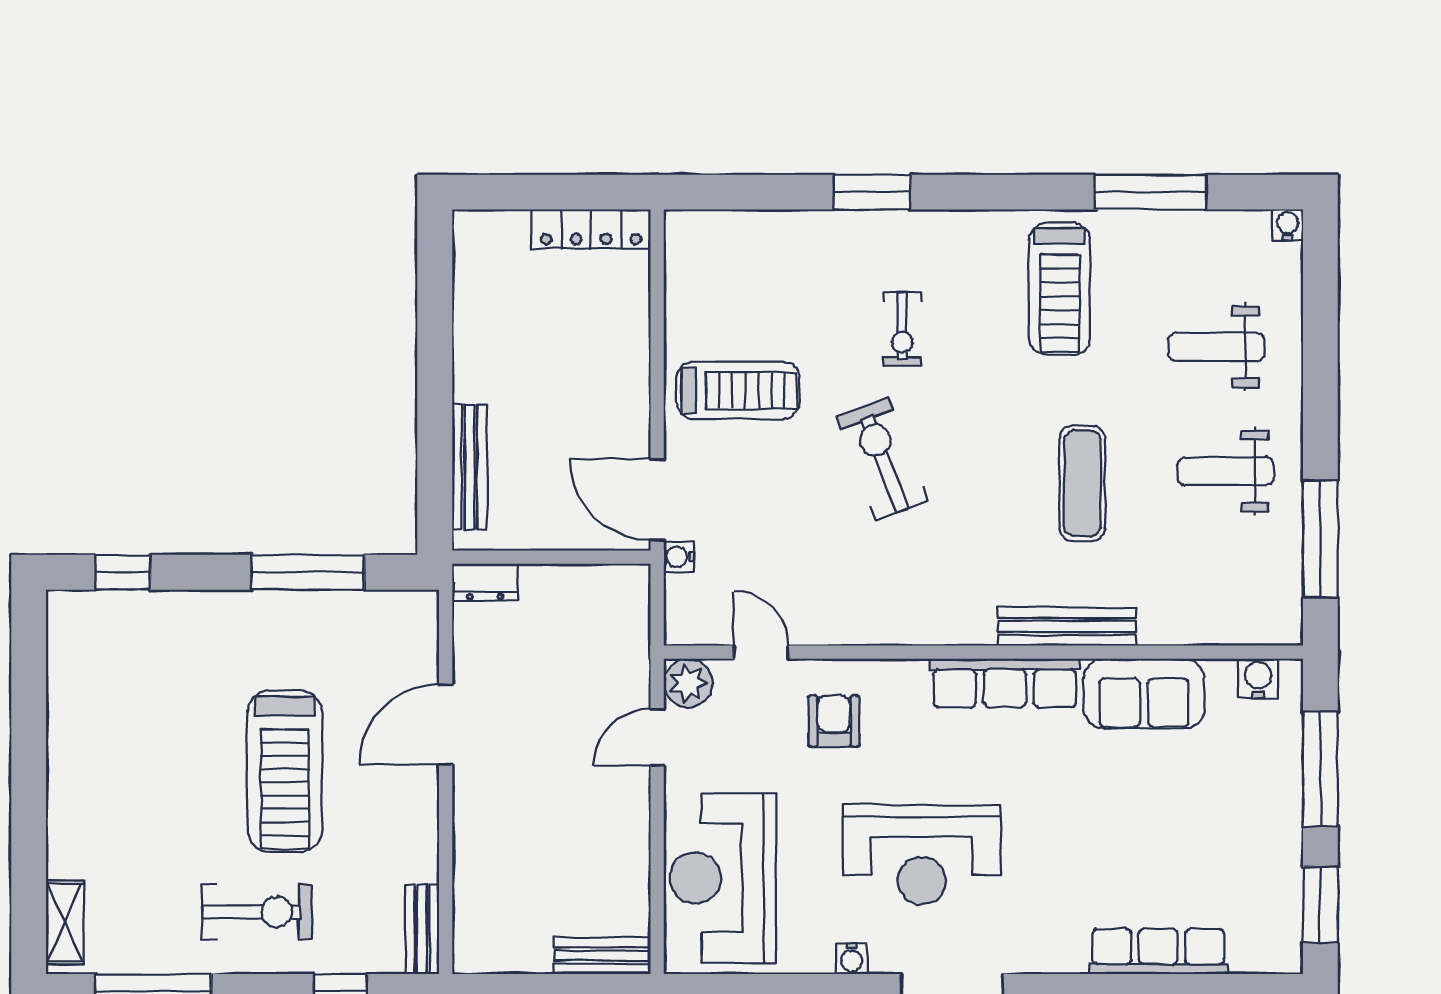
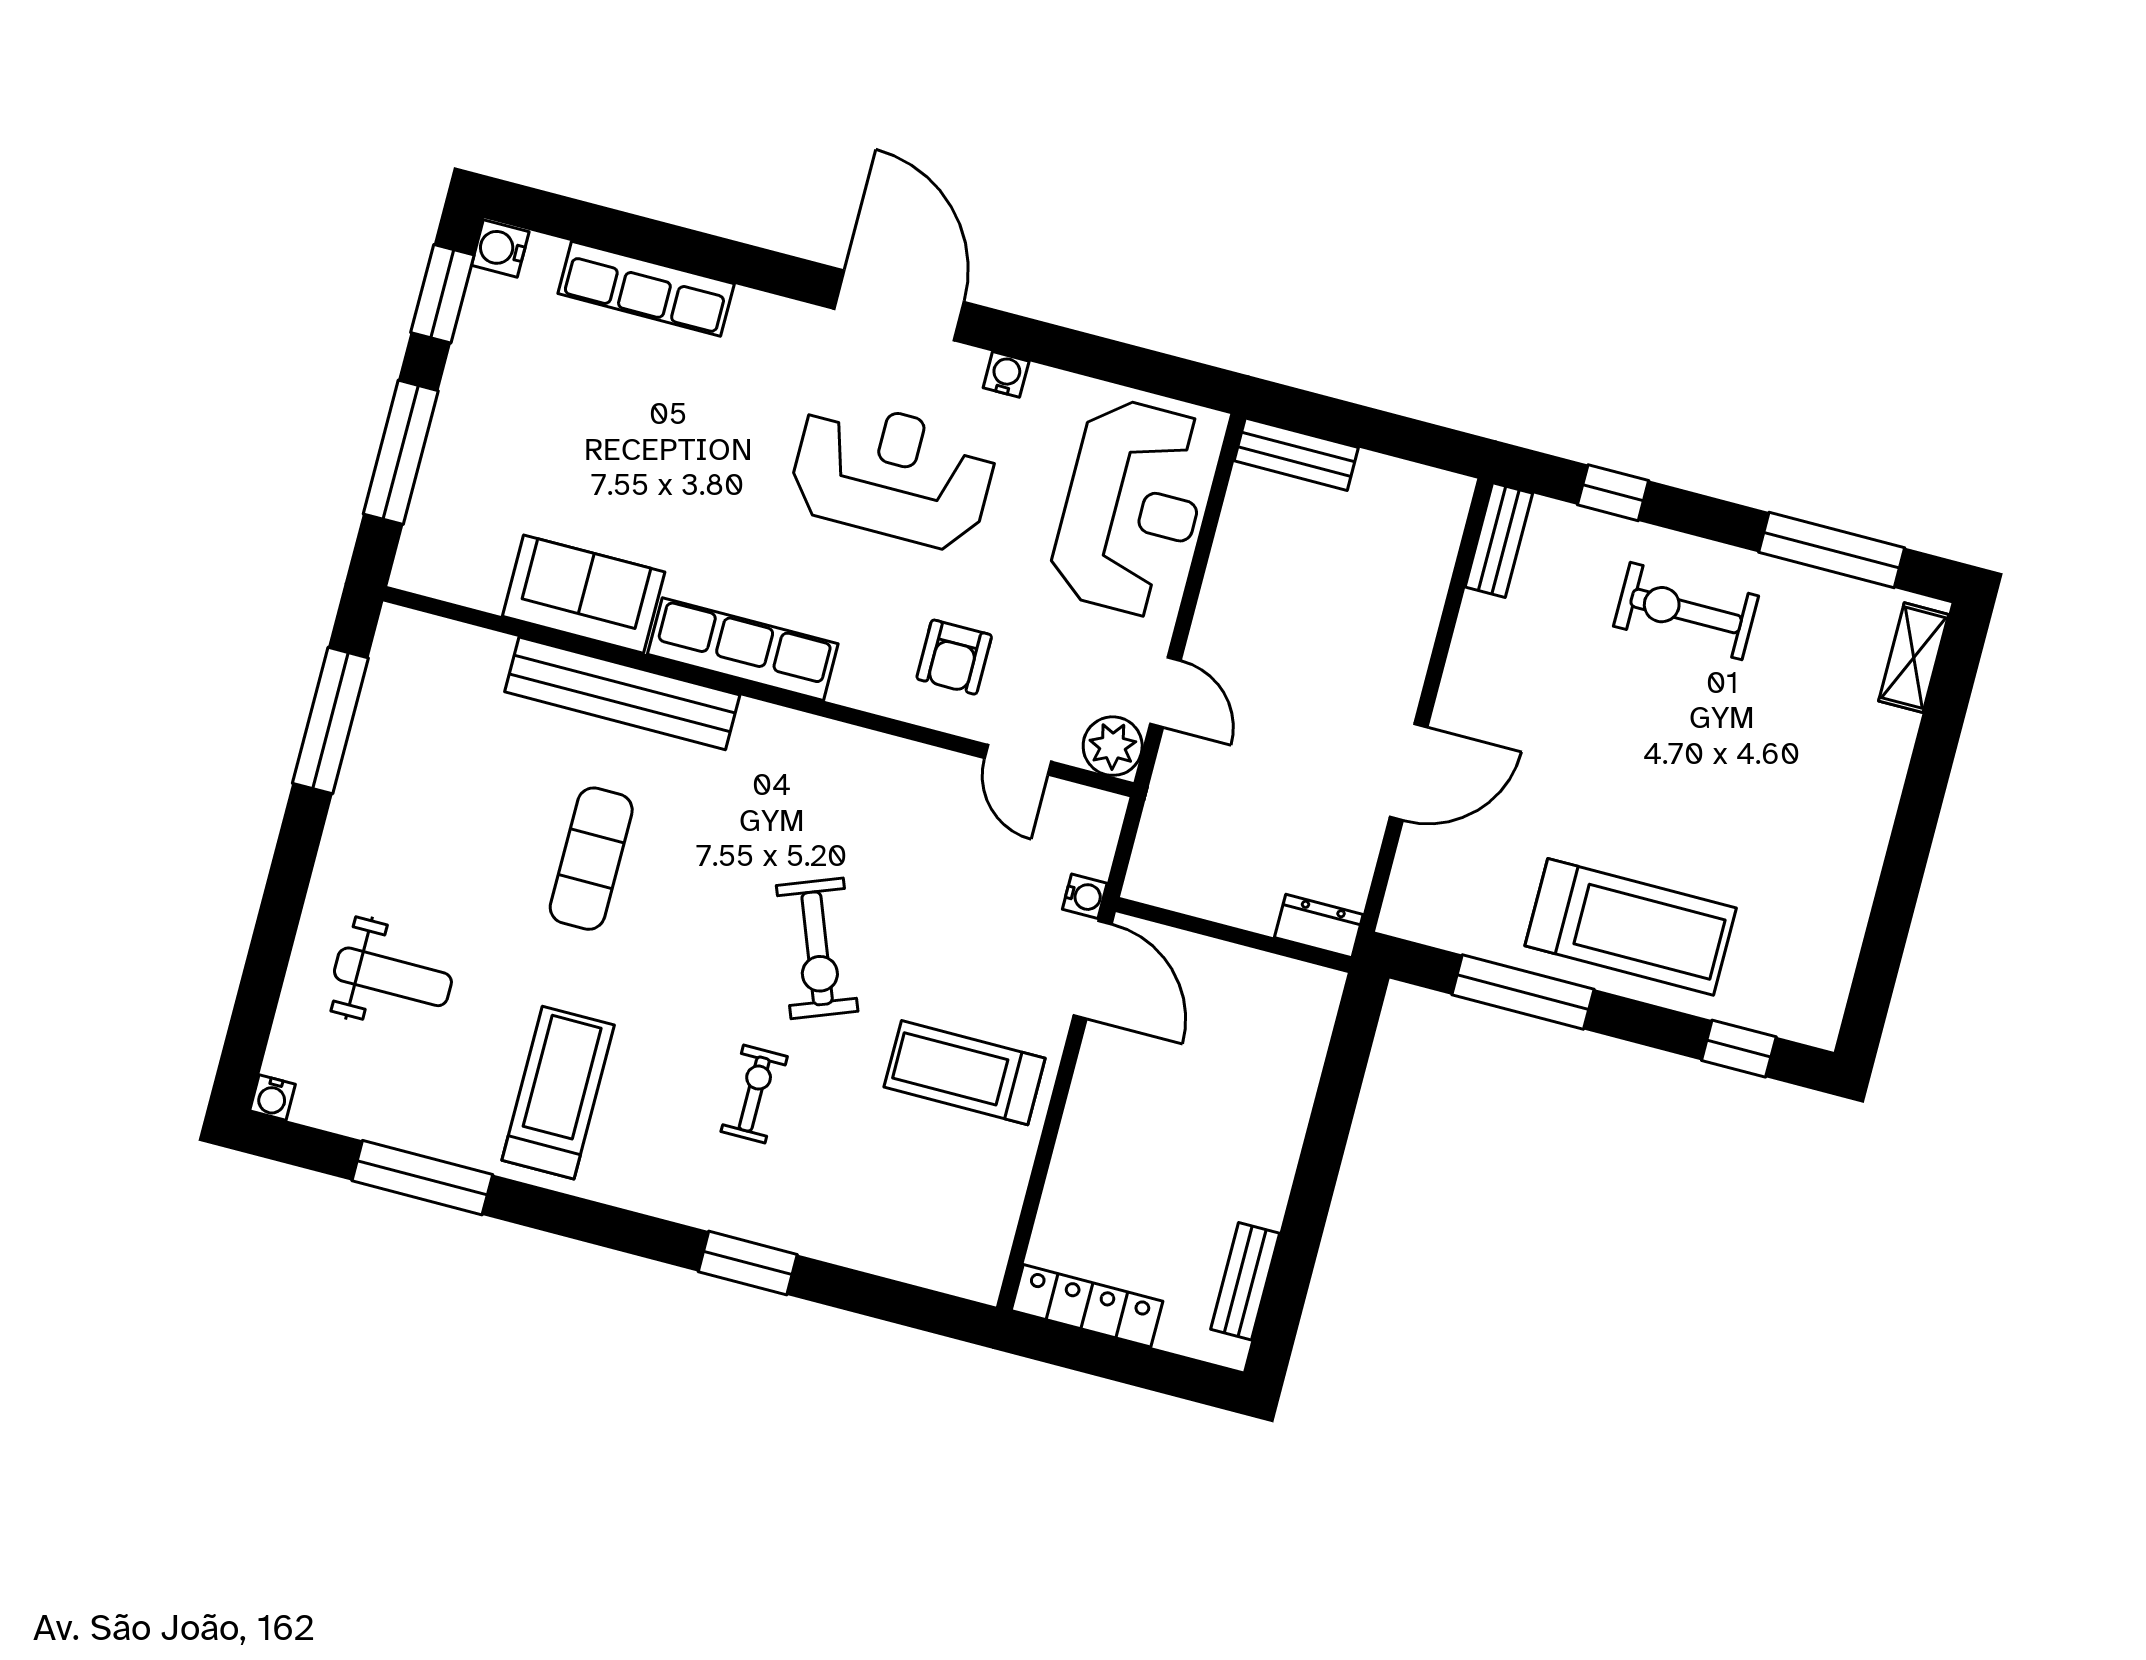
bench: (470, 467) -> (1245, 1281), moved, width x0.73
weight bench: (1226, 471) -> (420, 829), removed
bench: (1067, 626) -> (622, 693), width x1.37, depth x1.21
water cooler: (1258, 678) -> (500, 248), moved, turned 90
door: (657, 737) -> (1165, 692), hinge flipped
treadmill: (285, 771) -> (1631, 927), moved, turned 90

